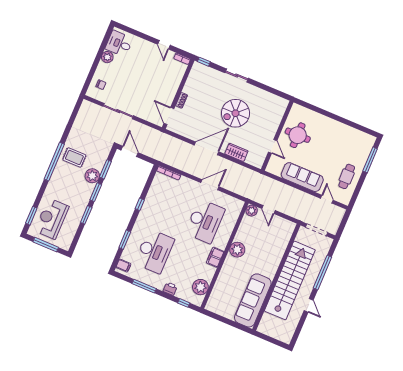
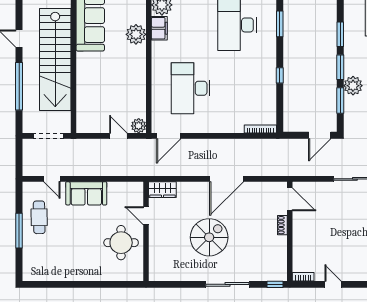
sliding door: (237, 76) -> (227, 284), width x1.37
door: (130, 151) -> (320, 135), hinge flipped
wardrobe: (236, 152) -> (162, 190), moved
window: (370, 160) -> (19, 231), moved
sofa: (302, 177) -> (86, 193), width x0.73
door: (210, 185) -> (169, 136), moved
plant: (237, 250) -> (136, 34), moved
filing cabinet: (215, 257) -> (159, 28), moved

